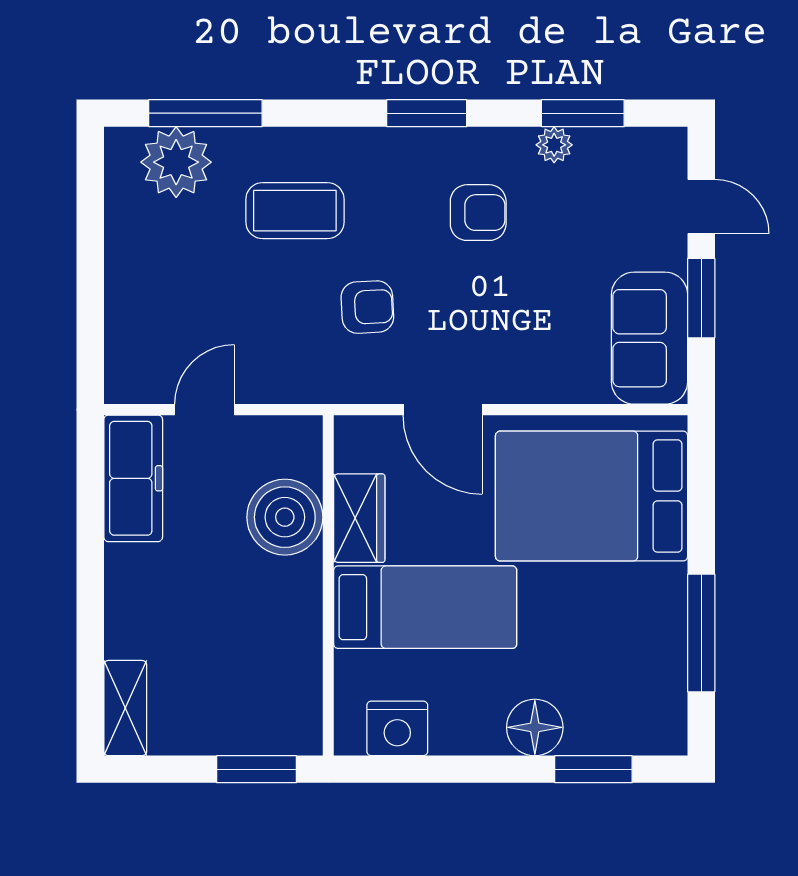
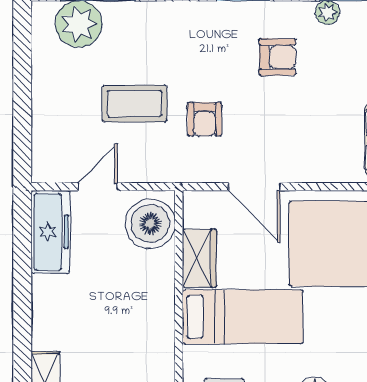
coffee table: (295, 211) -> (135, 104), moved
armchair: (367, 307) -> (205, 119), turned 93
boiler: (285, 517) -> (150, 224), moved

